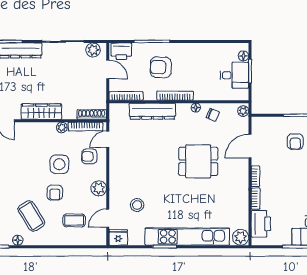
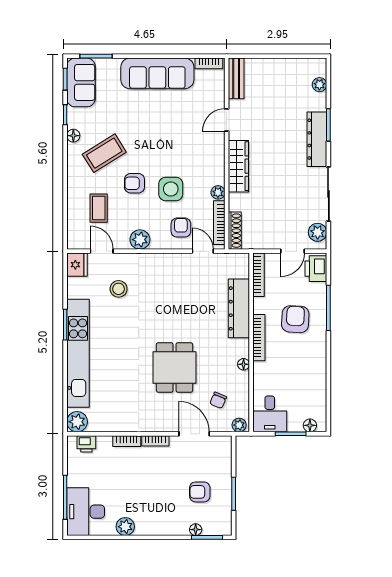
desk: (234, 75) -> (270, 414), moved
chair: (213, 115) -> (218, 400), moved
printer: (261, 224) -> (86, 444), width x0.53, depth x0.68

